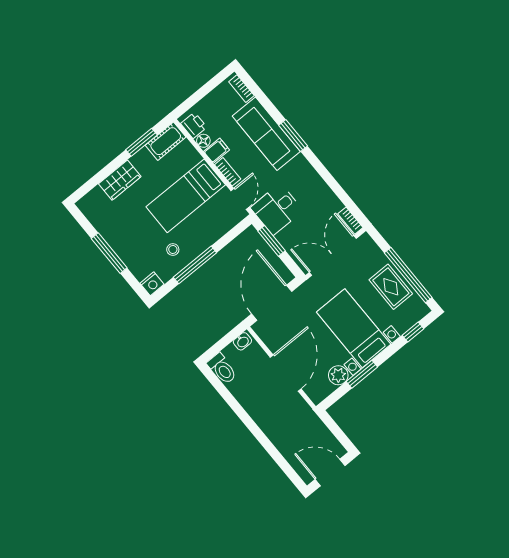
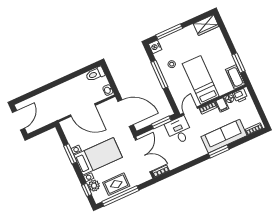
wardrobe: (120, 180) -> (206, 25), moved, turned -90
door: (240, 199) -> (190, 111), swing flipped
window: (109, 253) -> (169, 32), moved
plant: (338, 375) -> (94, 186), moved

